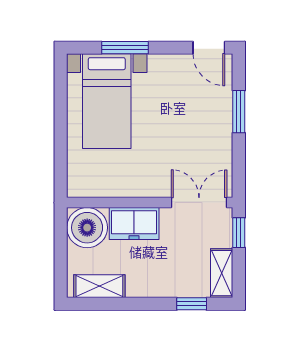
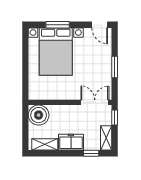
bed with nightstands: (107, 101) -> (56, 52), width x1.36
window: (239, 112) -> (115, 67), moved
freezer: (134, 223) -> (71, 142), moved, turned 180

